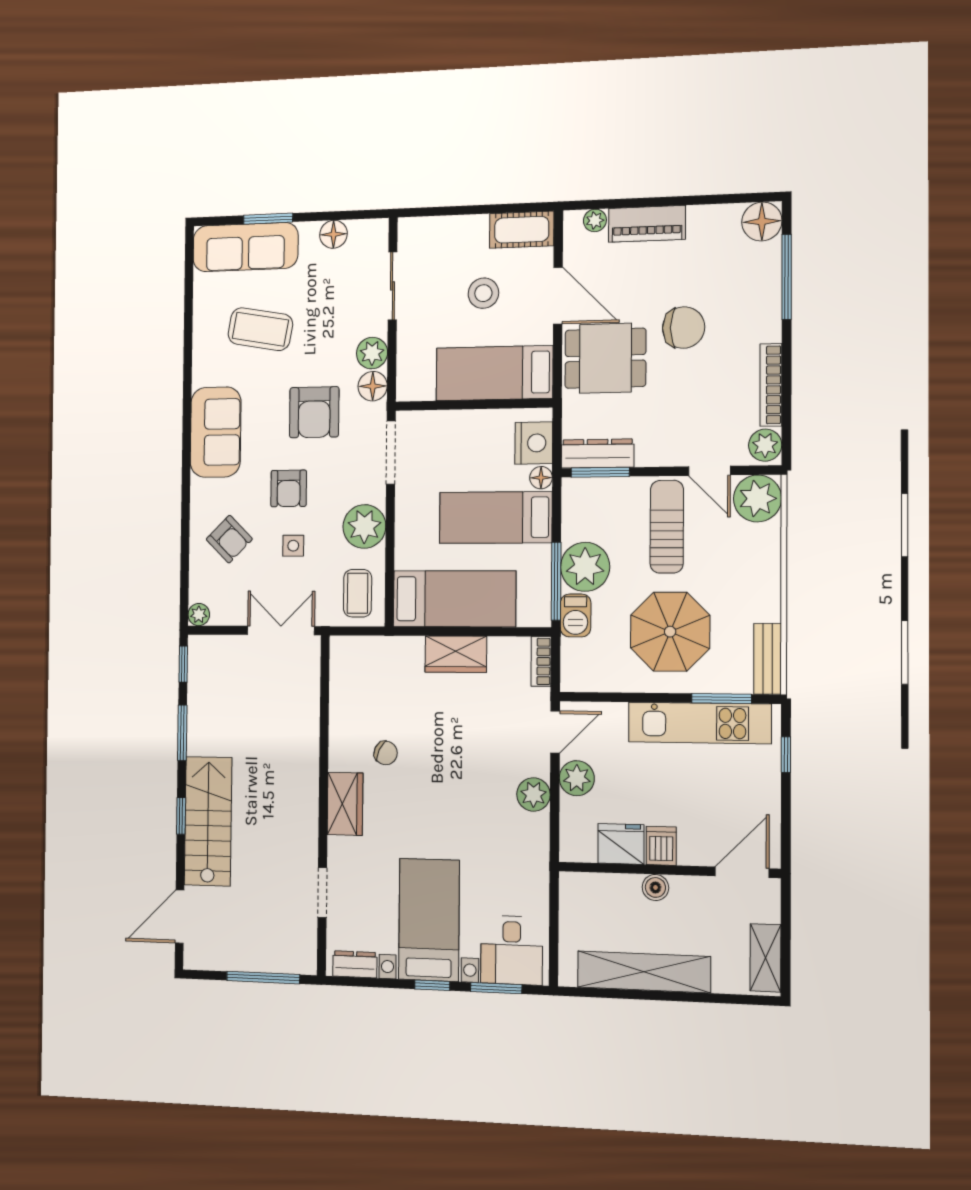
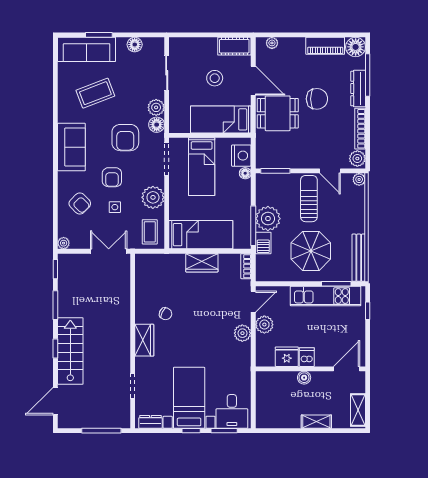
piano: (647, 224) -> (325, 46), moved
coffee table: (260, 329) -> (95, 93), turned -31
dresser: (598, 453) -> (358, 89), moved, turned -90
plant: (758, 498) -> (359, 179), width x0.53, depth x0.53
bed: (496, 517) -> (202, 167), moved, turned -90
bench: (768, 659) -> (359, 258), width x1.36
shelving: (644, 972) -> (316, 422), width x0.45, depth x0.75

